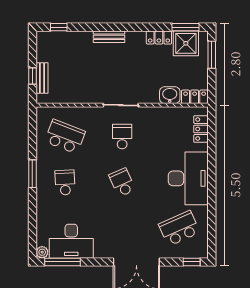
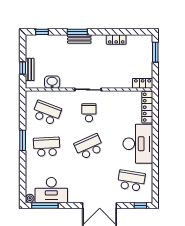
window: (186, 27) -> (77, 32), moved
shower: (186, 43) -> (136, 44), removed
washbasin: (170, 95) -> (52, 82), moved
locker: (201, 129) -> (147, 107), width x1.53
school desk: (65, 182) -> (47, 147), width x1.85
school desk: (122, 182) -> (89, 147), width x1.85
school desk: (179, 228) -> (131, 181), turned 33

